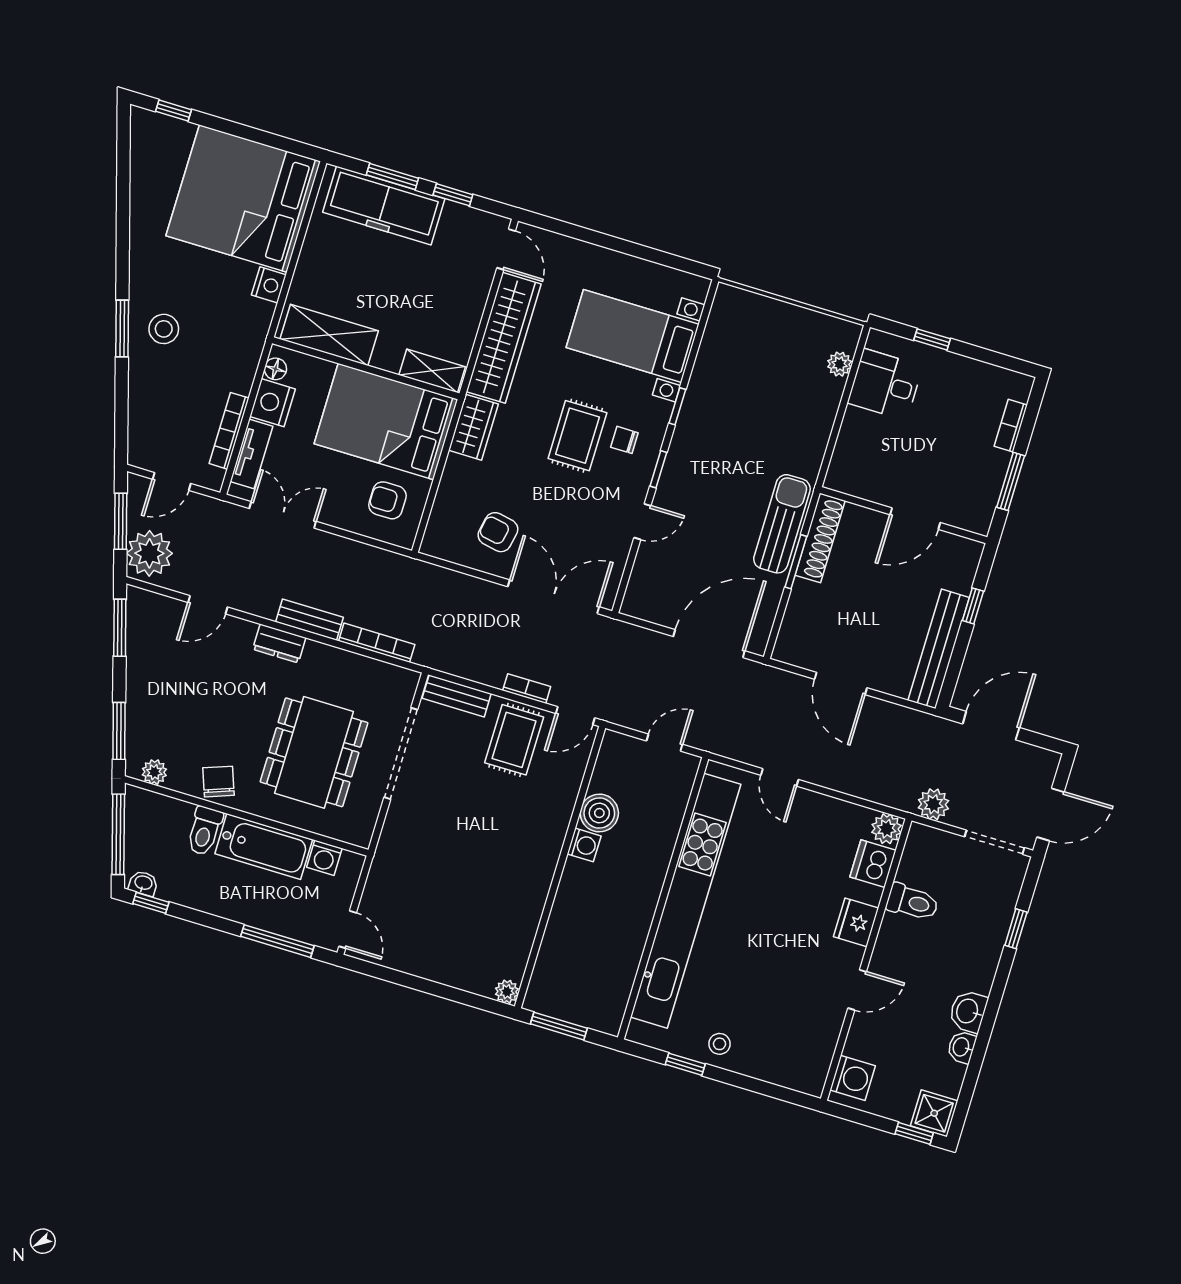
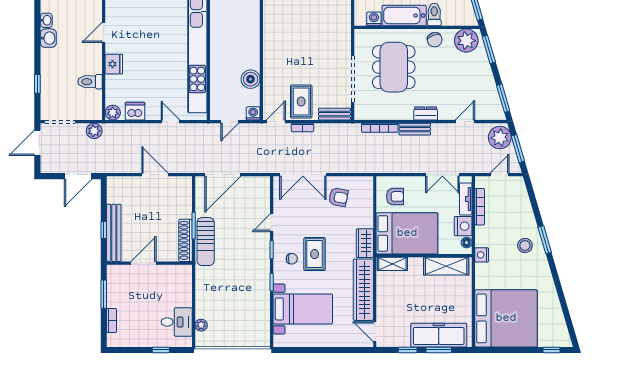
nightstand: (269, 285) -> (482, 255), moved
bench: (939, 649) -> (114, 233), moved
plant: (154, 772) -> (466, 41), width x1.87, depth x1.87
washing machine: (584, 845) -> (253, 113), moved, turned 90
dishwasher: (873, 864) -> (135, 111), moved, turned -90

